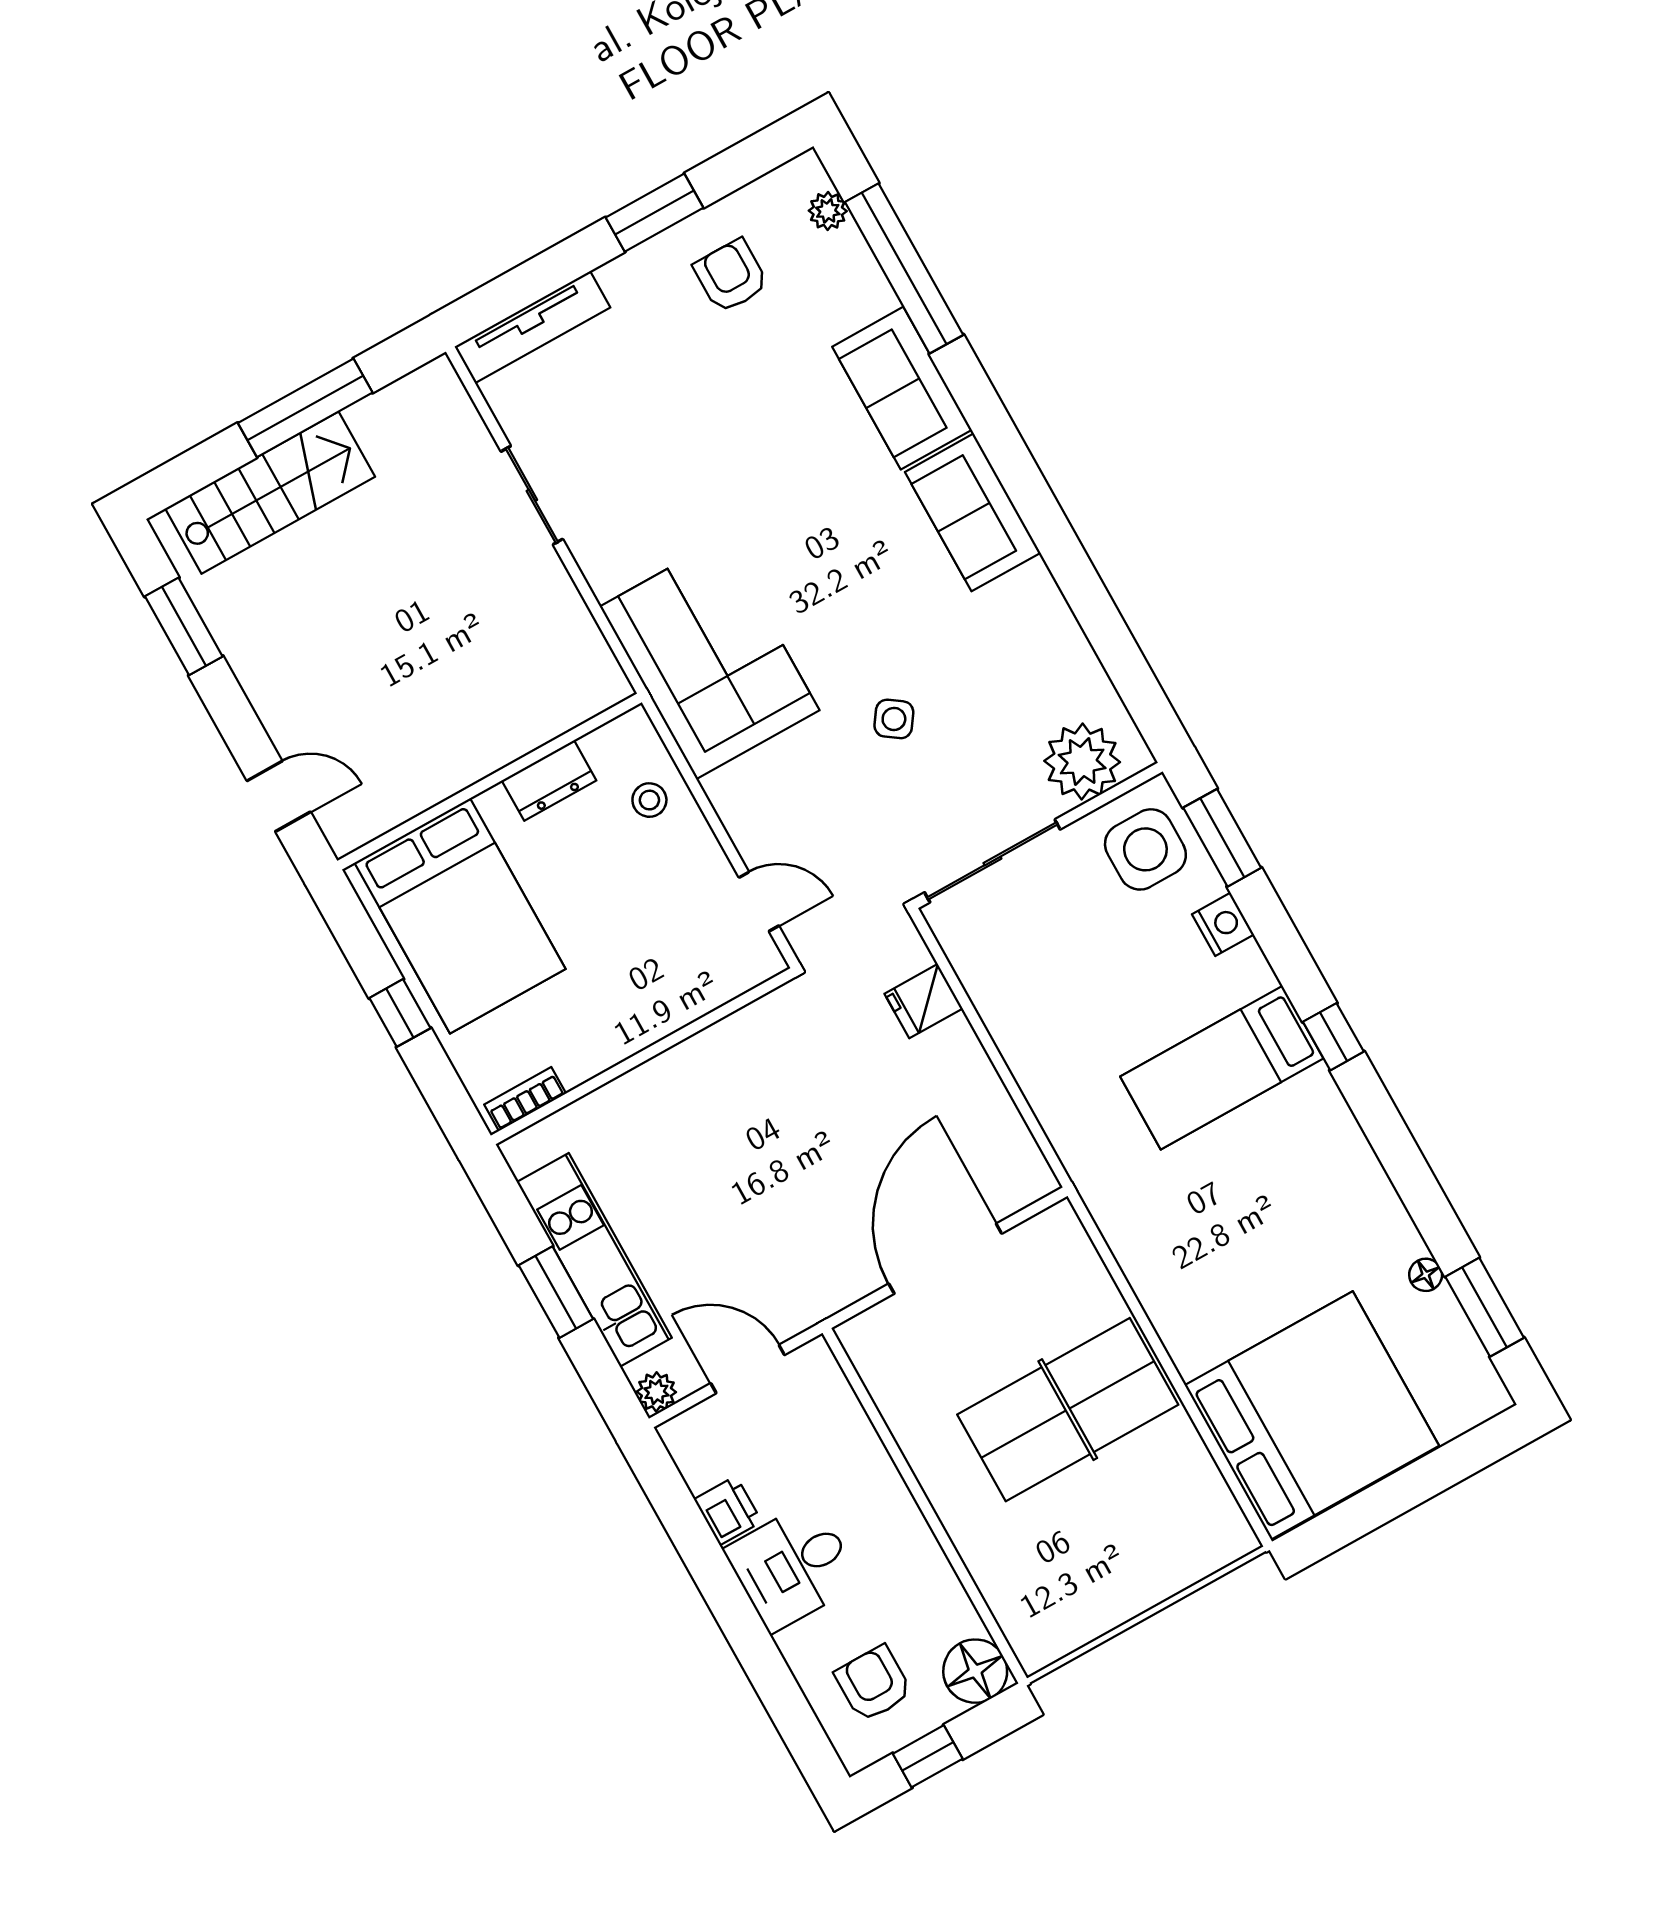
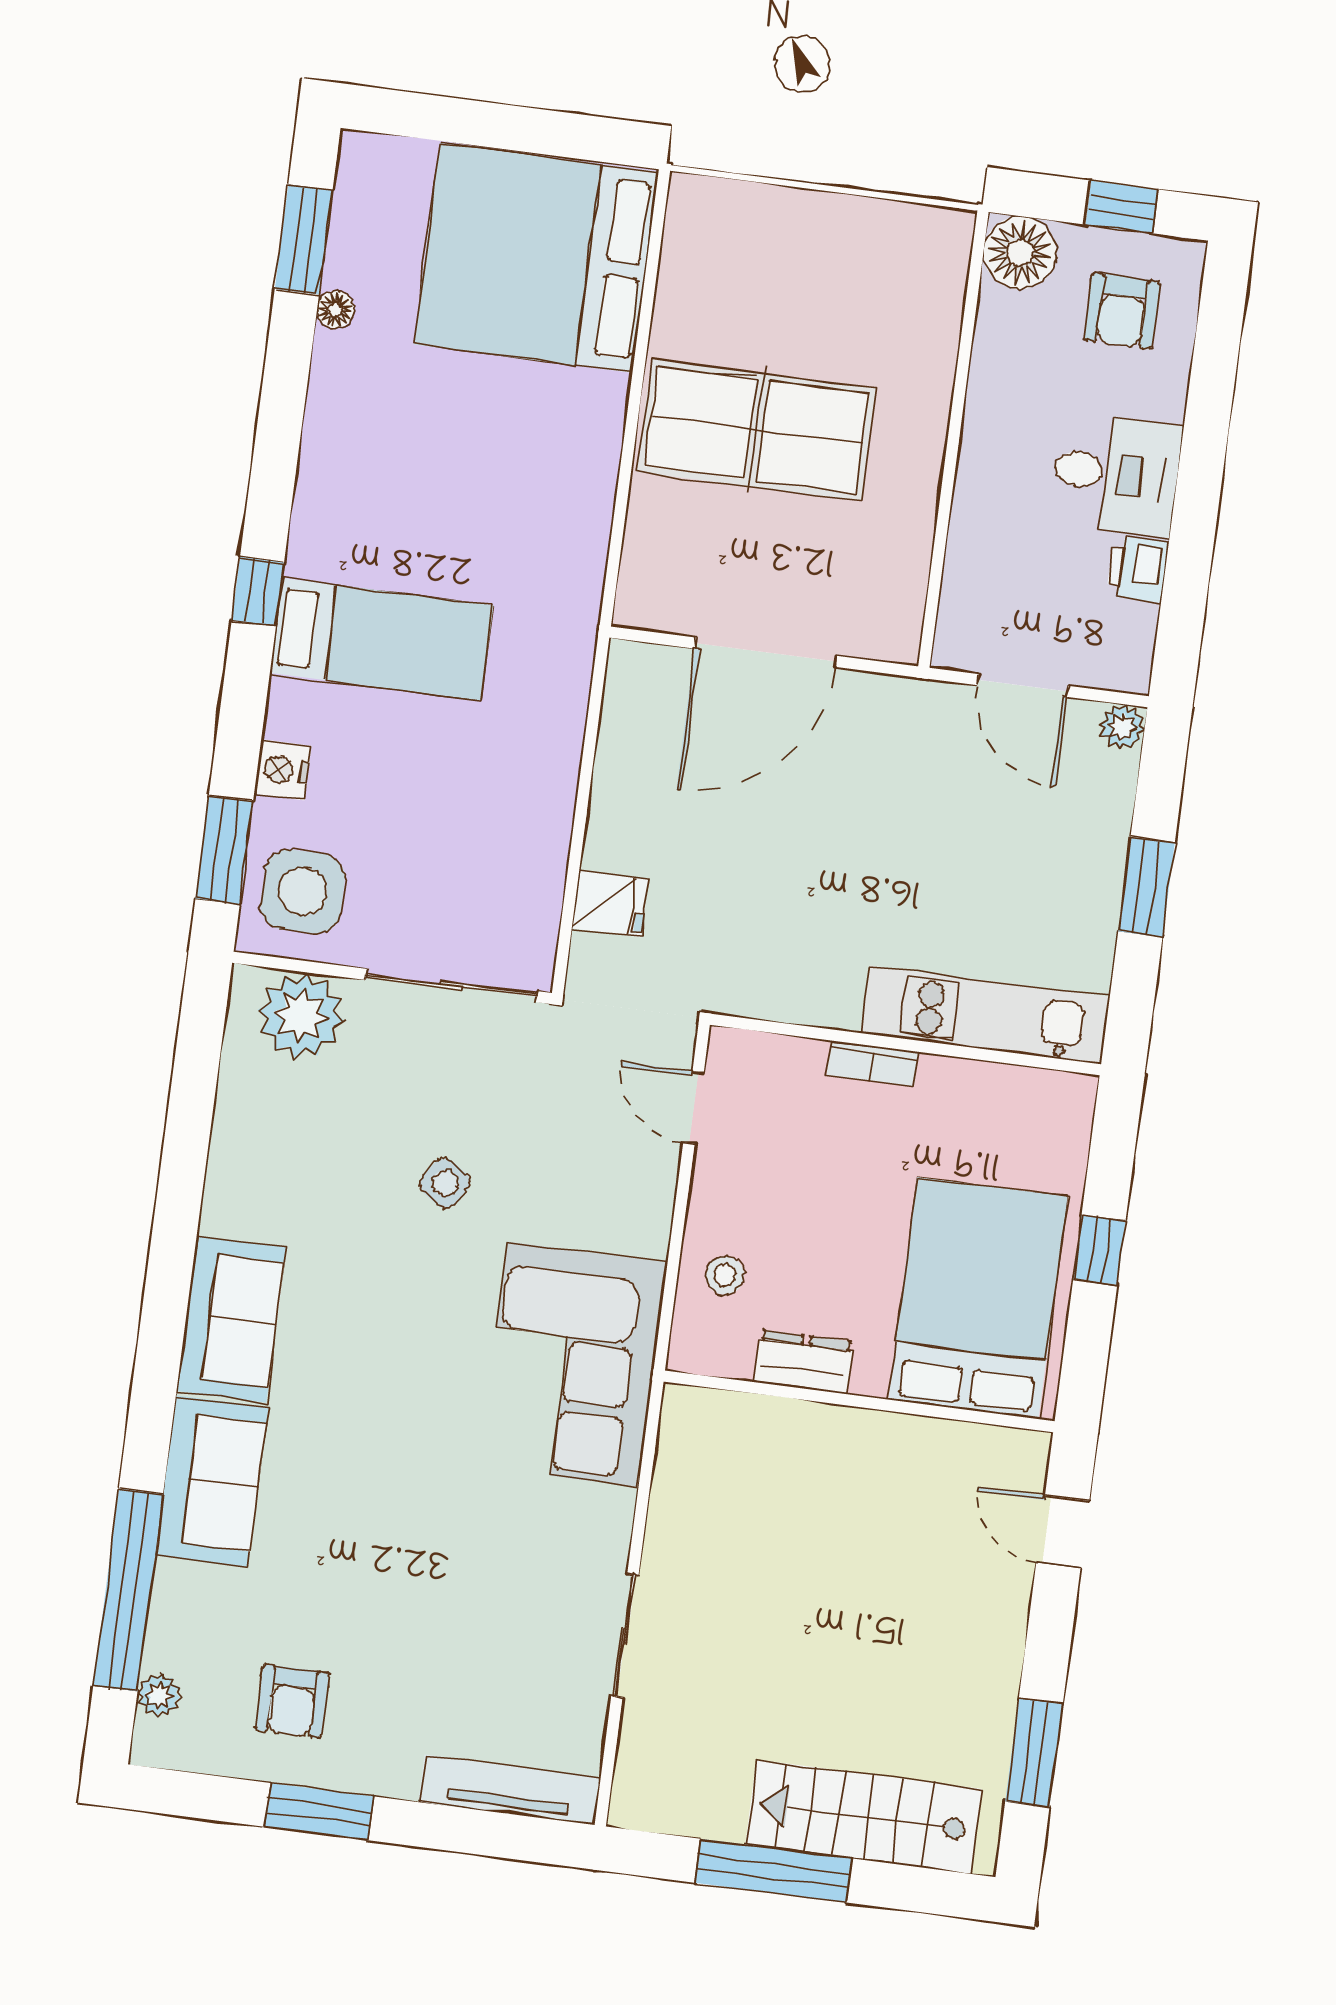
bookcase: (525, 1099) -> (872, 1064), moved
kitchen unit: (594, 1260) -> (985, 1015), moved, turned 90

